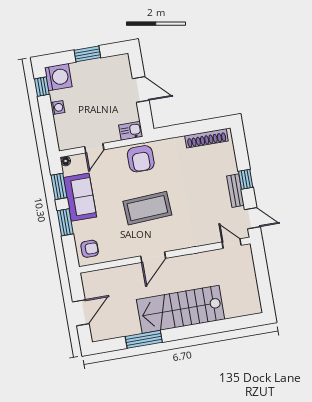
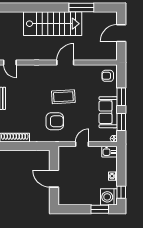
window: (87, 54) -> (100, 209), moved
kitchen sink: (131, 131) -> (110, 152), moved
door: (94, 148) -> (82, 144), moved
armchair: (141, 159) -> (55, 121), moved, turned 90
coffee table: (147, 208) -> (63, 97), width x0.73, depth x0.76

